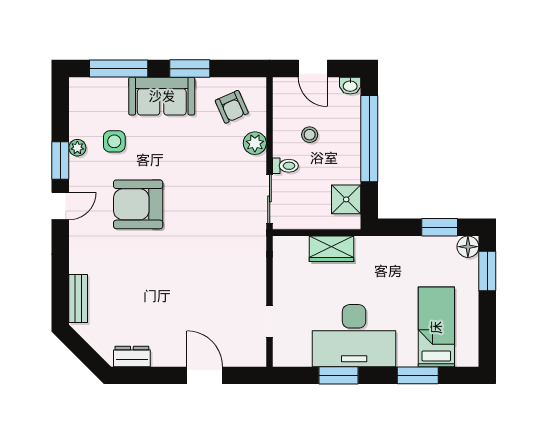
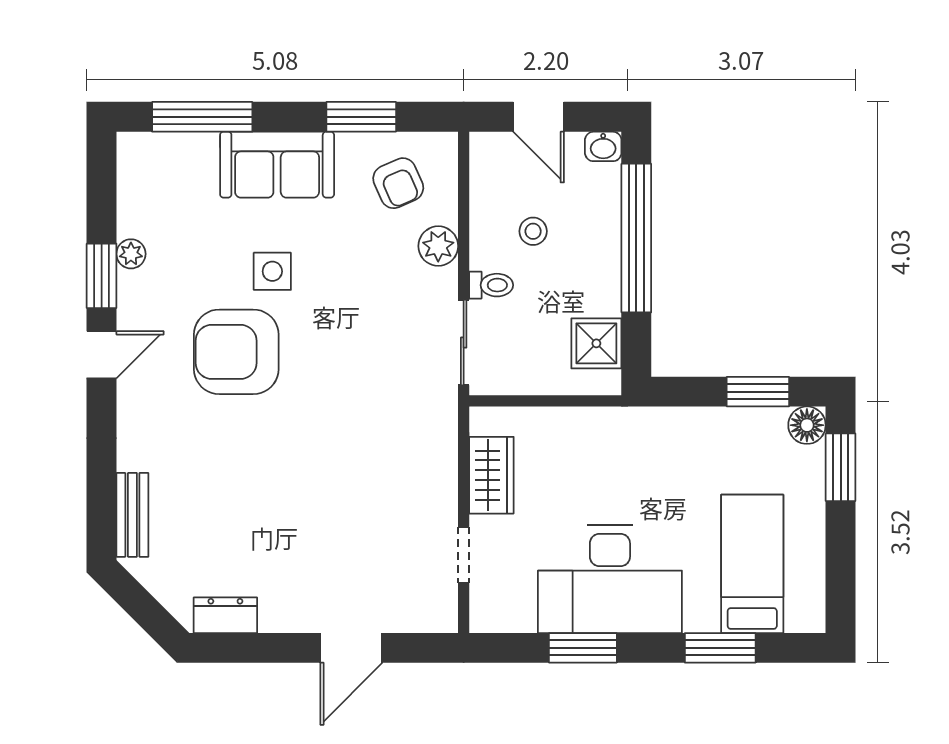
window: (190, 69) -> (361, 117), moved
side table: (114, 141) -> (272, 271), moved
wardrobe: (332, 249) -> (491, 475), moved, turned -90
door: (205, 375) -> (351, 648), swing flipped

